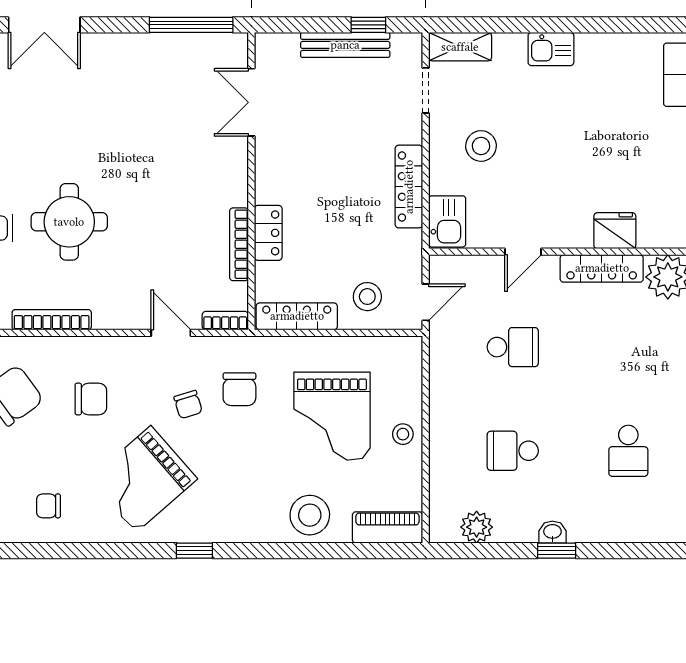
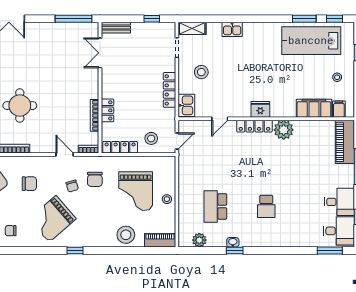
bench: (345, 45) -> (116, 28), moved, width x0.73
school desk: (513, 347) -> (215, 161), removed
school desk: (513, 451) -> (215, 206), width x1.85

